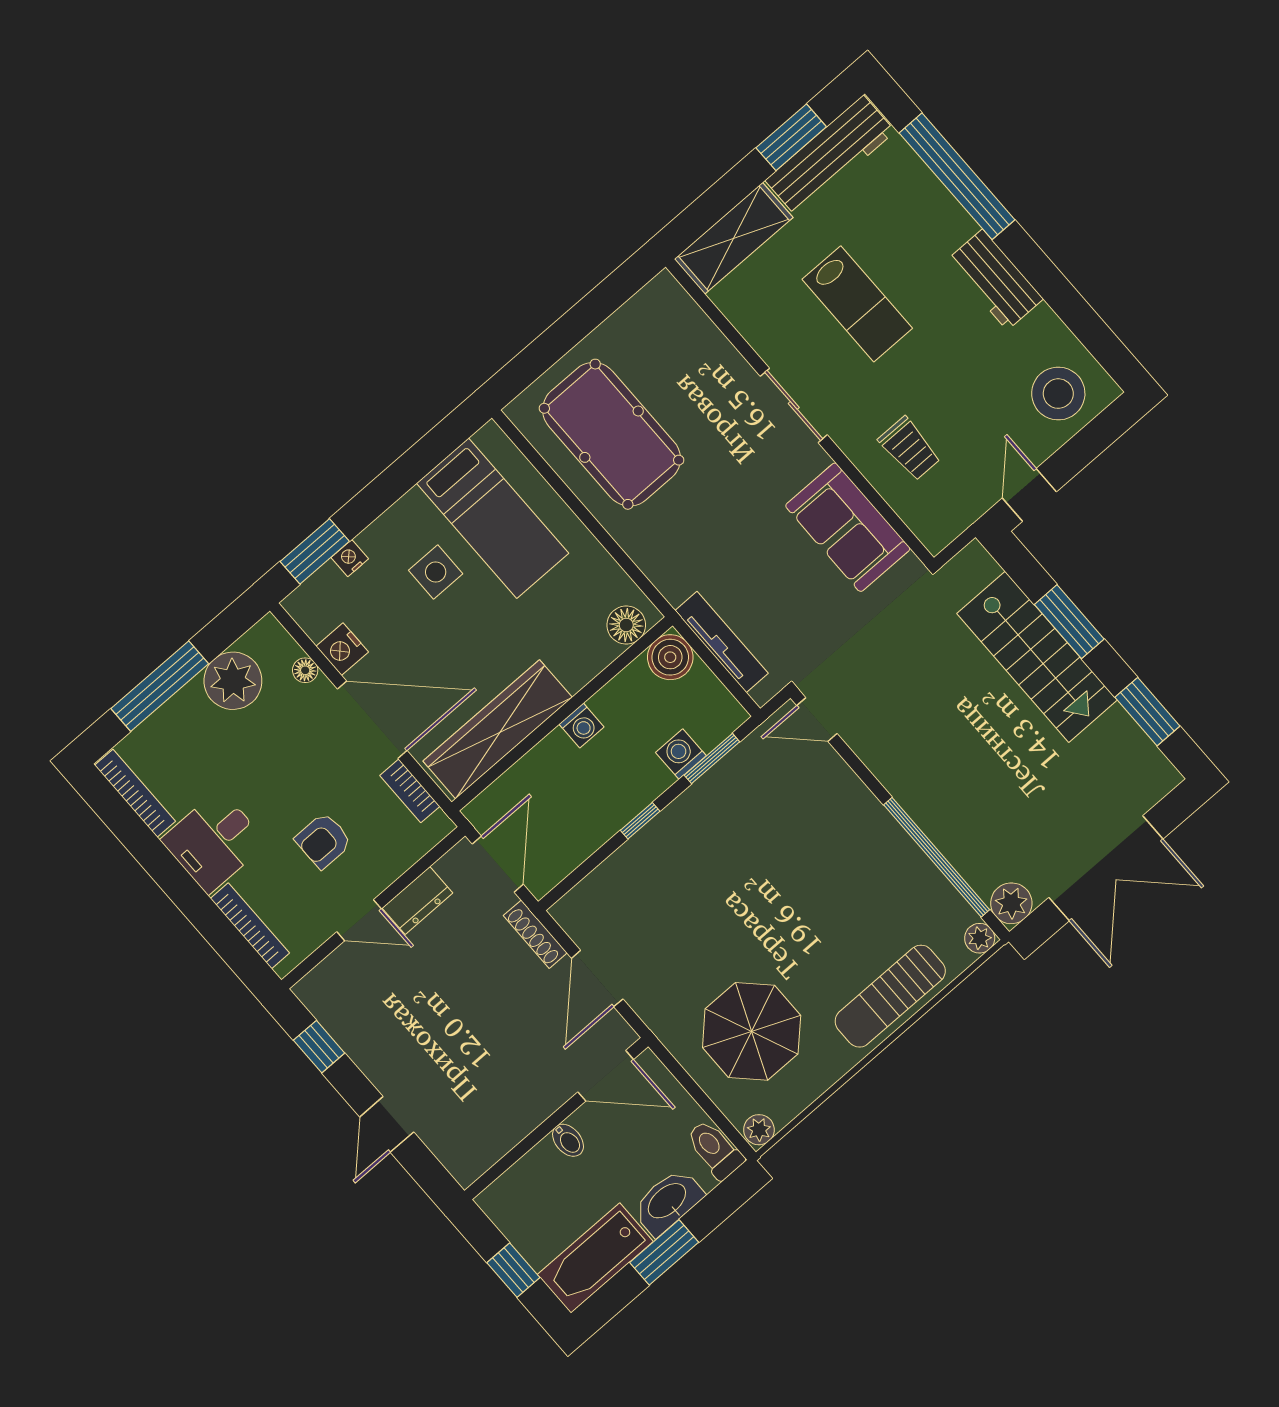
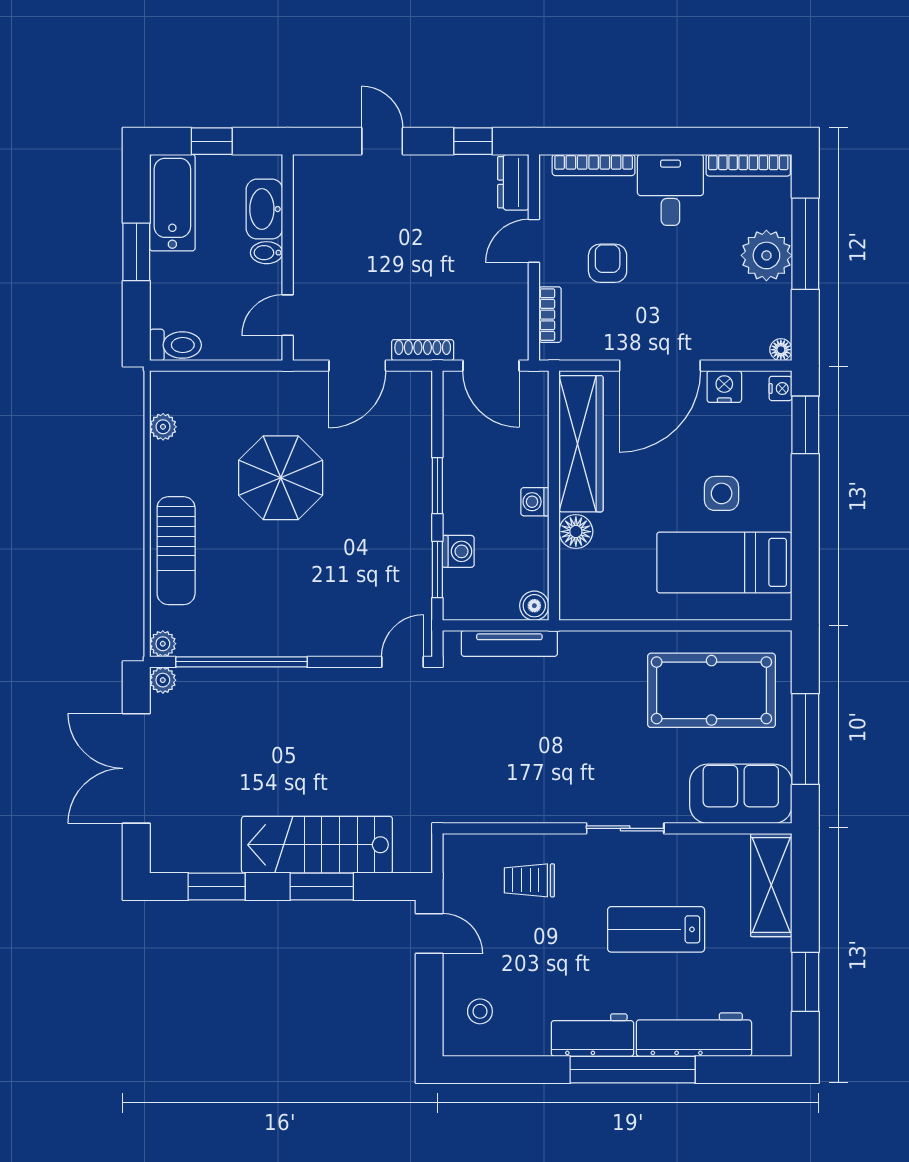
workbench: (830, 156) -> (694, 1035), moved, turned 90
window: (957, 176) -> (633, 1070), moved
window: (583, 318) -> (805, 739), added
stool: (1058, 394) -> (480, 1011), width x0.53, depth x0.53
sofa: (848, 527) -> (741, 794), moved
nightstand: (350, 558) -> (780, 388), moved
floor lamp: (626, 625) -> (576, 532), moved
boiler: (670, 657) -> (534, 606), width x0.73, depth x0.73
floor lamp: (305, 670) -> (781, 350), moved
plant: (233, 681) -> (766, 255), moved
bookcase: (410, 791) -> (550, 315), moved, turned 90
window: (640, 821) -> (437, 486), width x1.50
dresser: (417, 900) -> (513, 182), moved
plant: (1011, 903) -> (163, 680), width x0.73, depth x0.73
door: (597, 979) -> (357, 366), swing flipped
sun lounger: (890, 996) -> (176, 551), turned 180
parasol: (752, 1031) -> (281, 478), moved
door: (606, 1076) -> (288, 315), width x0.73
plant: (759, 1130) -> (163, 427), moved
washbasin: (668, 1202) -> (264, 209), moved, turned 180

